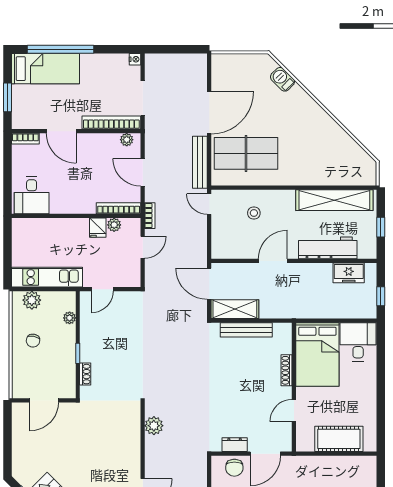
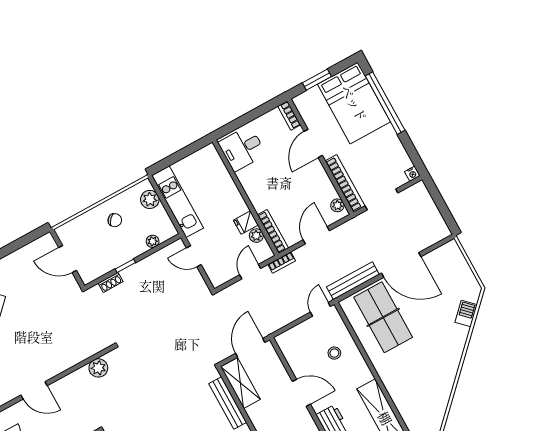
bed: (46, 69) -> (354, 103), width x1.50
door: (143, 247) -> (250, 272), swing flipped
chair: (33, 341) -> (115, 220), turned -150

